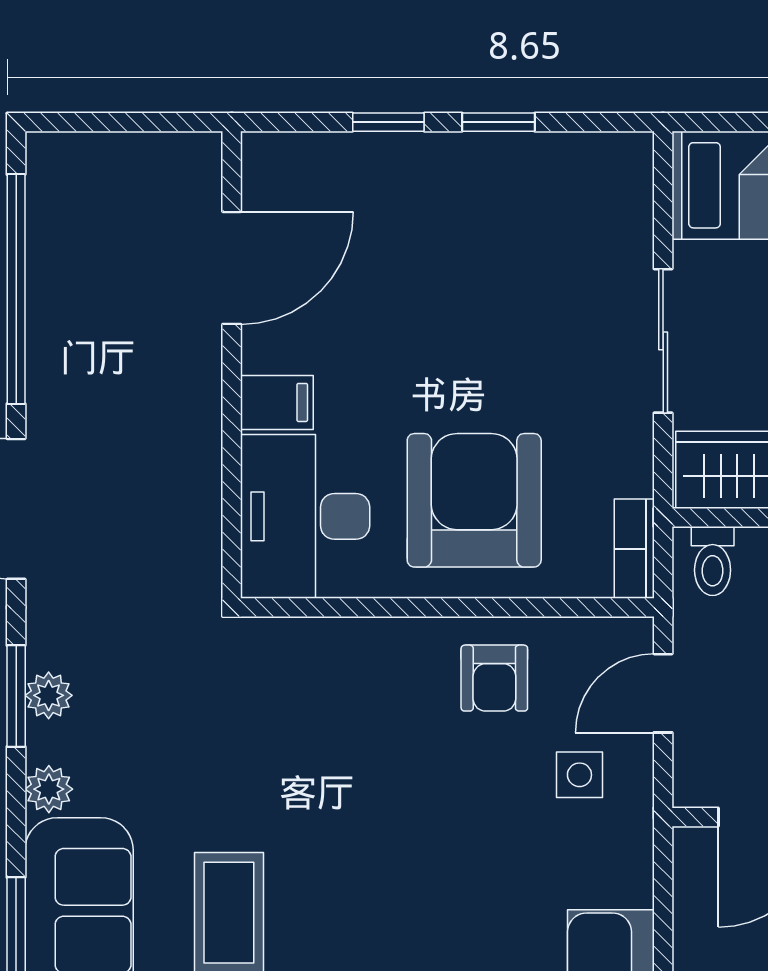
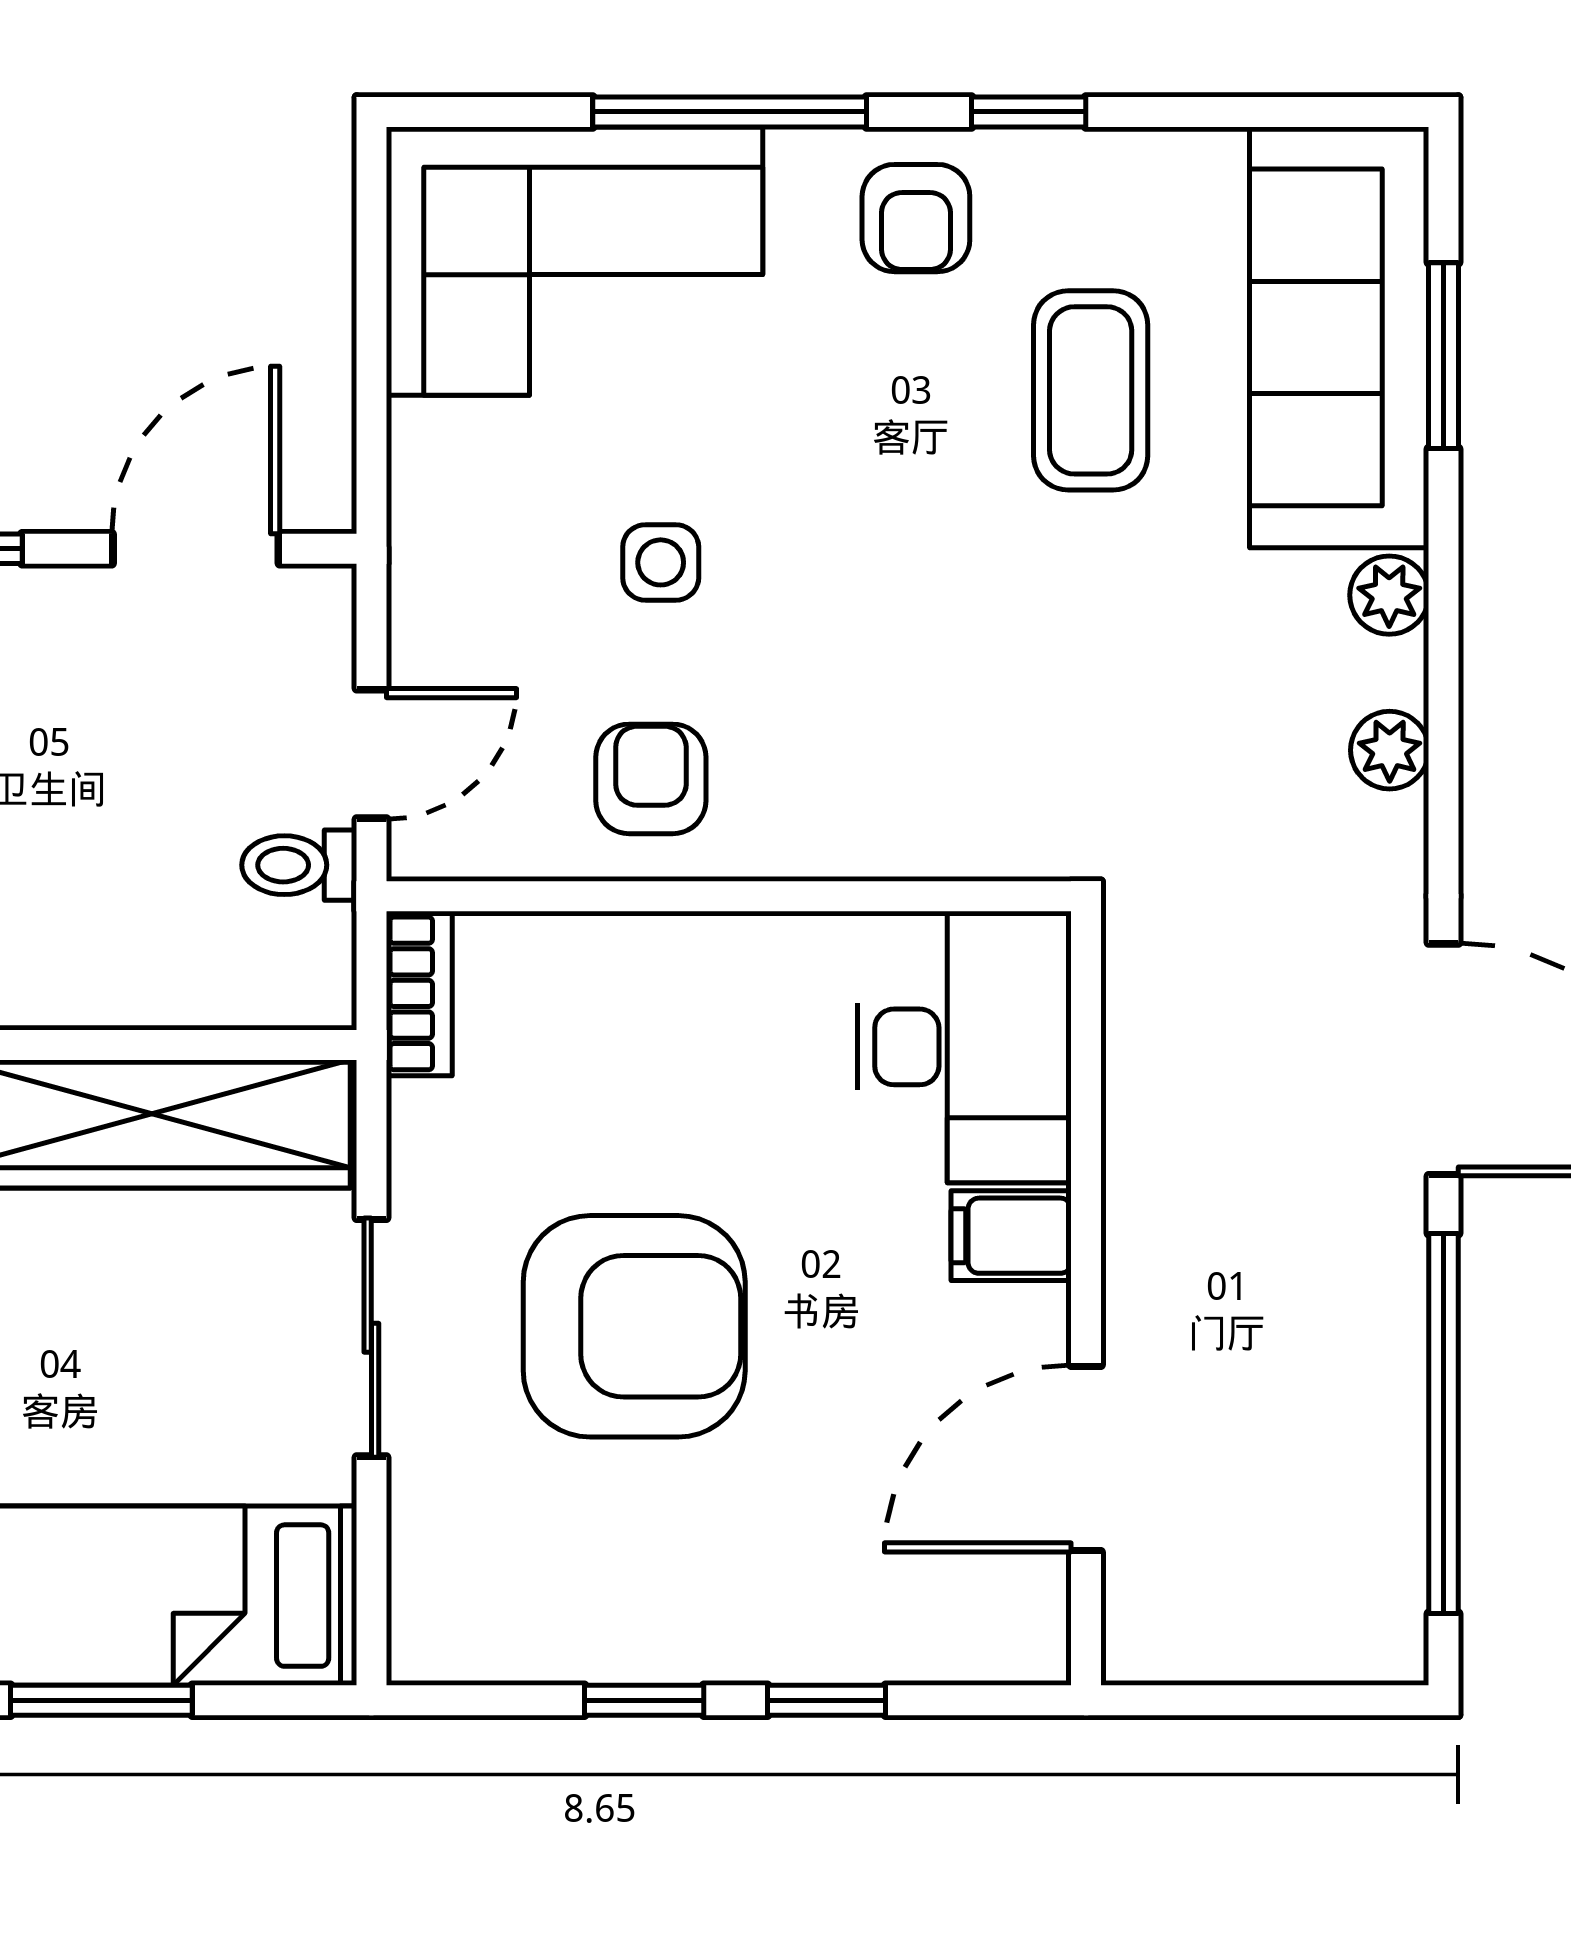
armchair: (474, 500) -> (634, 1326), moved, turned -90
toilet: (713, 561) -> (299, 865), moved, turned -90
window: (16, 696) -> (1443, 749), removed
side table: (579, 775) -> (661, 562), moved

